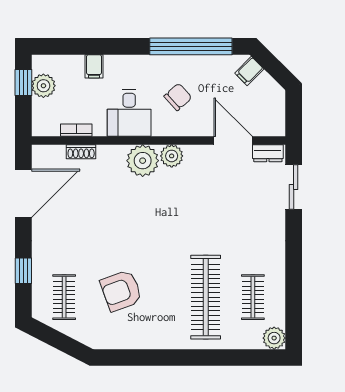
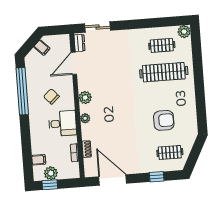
filing cabinet: (94, 66) -> (39, 160), moved
filing cabinet: (249, 71) -> (42, 48), moved
plant: (143, 161) -> (85, 118), width x0.53, depth x0.53
armchair: (121, 291) -> (164, 120), turned -70

